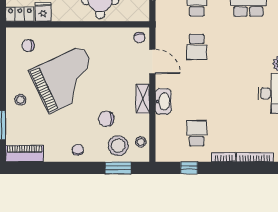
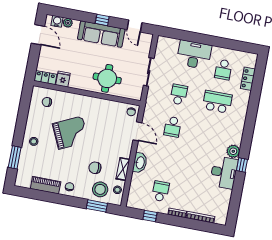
grand piano: (66, 80) -> (70, 133), width x0.73, depth x0.68
shelving: (143, 99) -> (123, 169), moved
piano: (25, 153) -> (46, 185), moved

